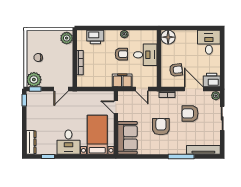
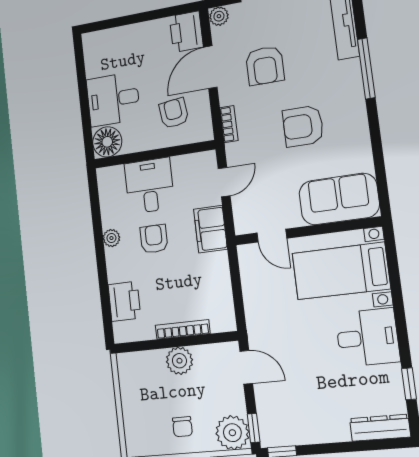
plant: (67, 38) -> (179, 361), moved
desk: (209, 42) -> (113, 99), moved
door: (116, 107) -> (272, 236), hinge flipped

